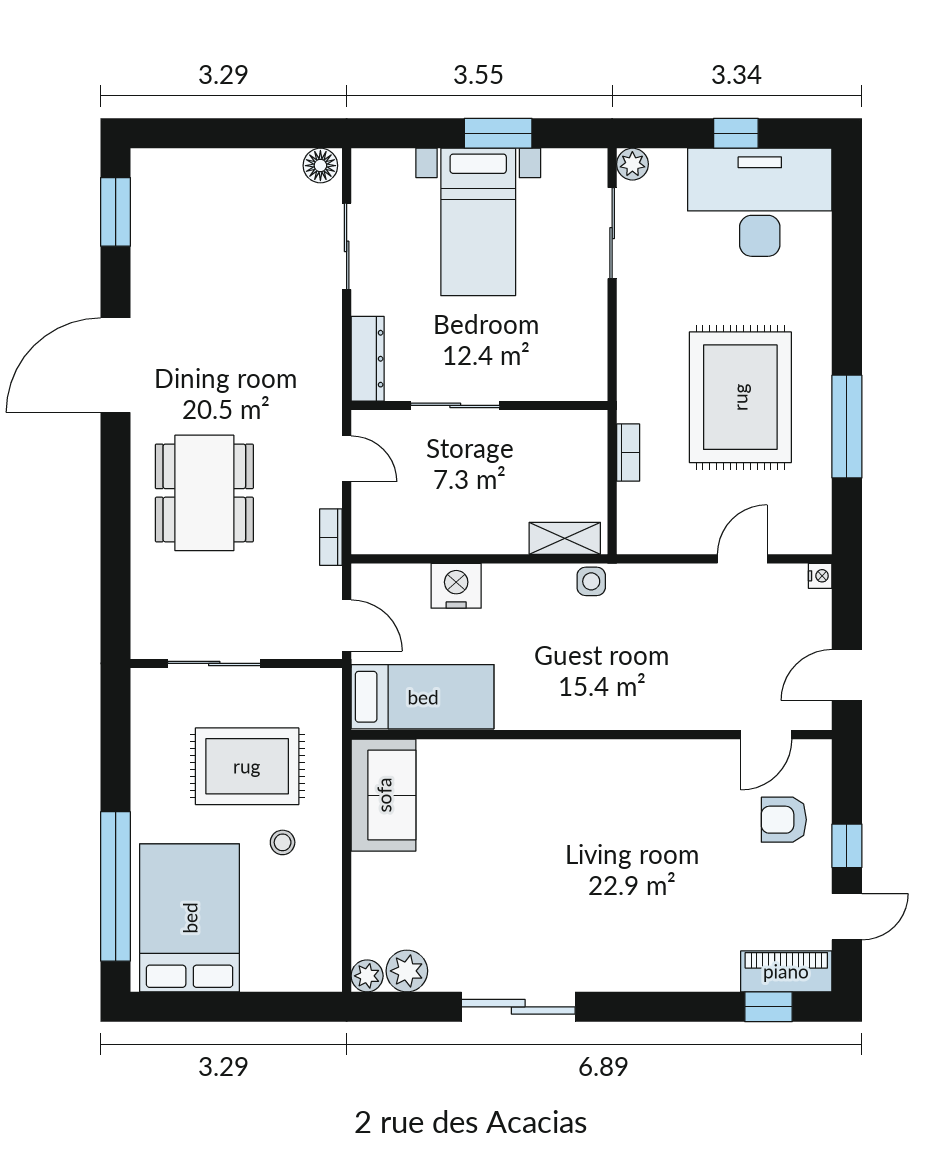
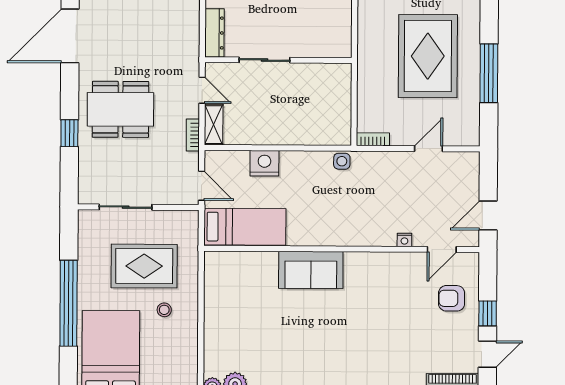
bookcase: (628, 453) -> (373, 139), moved, turned -90
dining table: (204, 493) -> (120, 109), turned 90
window: (116, 535) -> (69, 133), added
shelving: (565, 538) -> (214, 125), moved, turned 90
nightstand: (820, 576) -> (404, 240), moved, turned 90
sofa: (384, 795) -> (311, 270), moved, turned 90
window: (116, 886) -> (69, 303), moved

